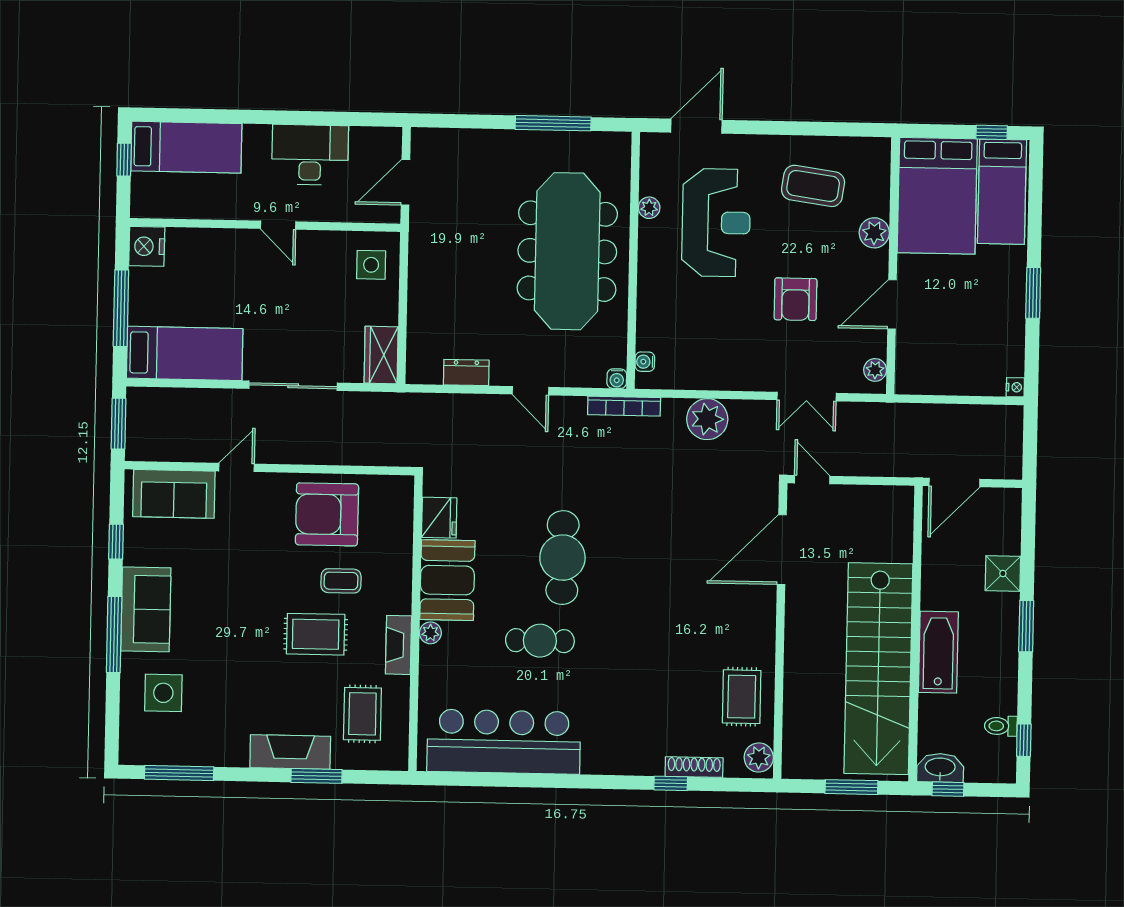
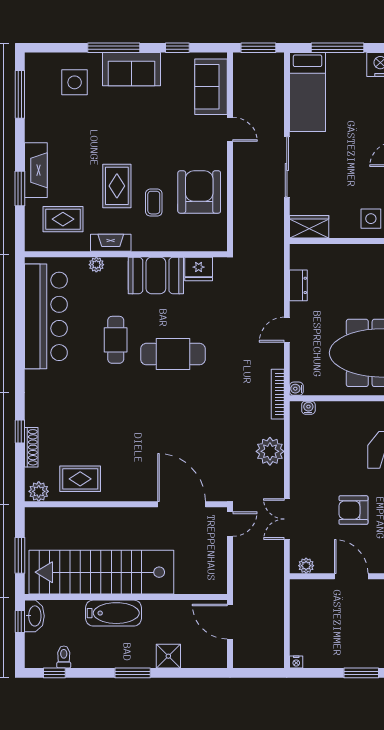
plant: (430, 633) -> (96, 265), moved

